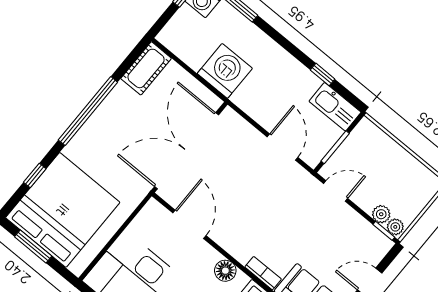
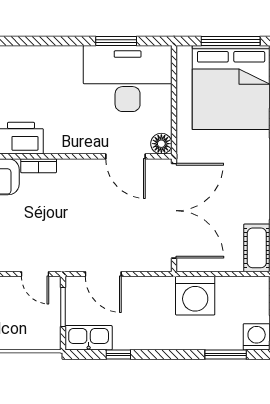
door: (336, 191) -> (35, 274), hinge flipped
window: (33, 246) -> (231, 41), width x1.44
floor lamp: (225, 271) -> (161, 144), moved

